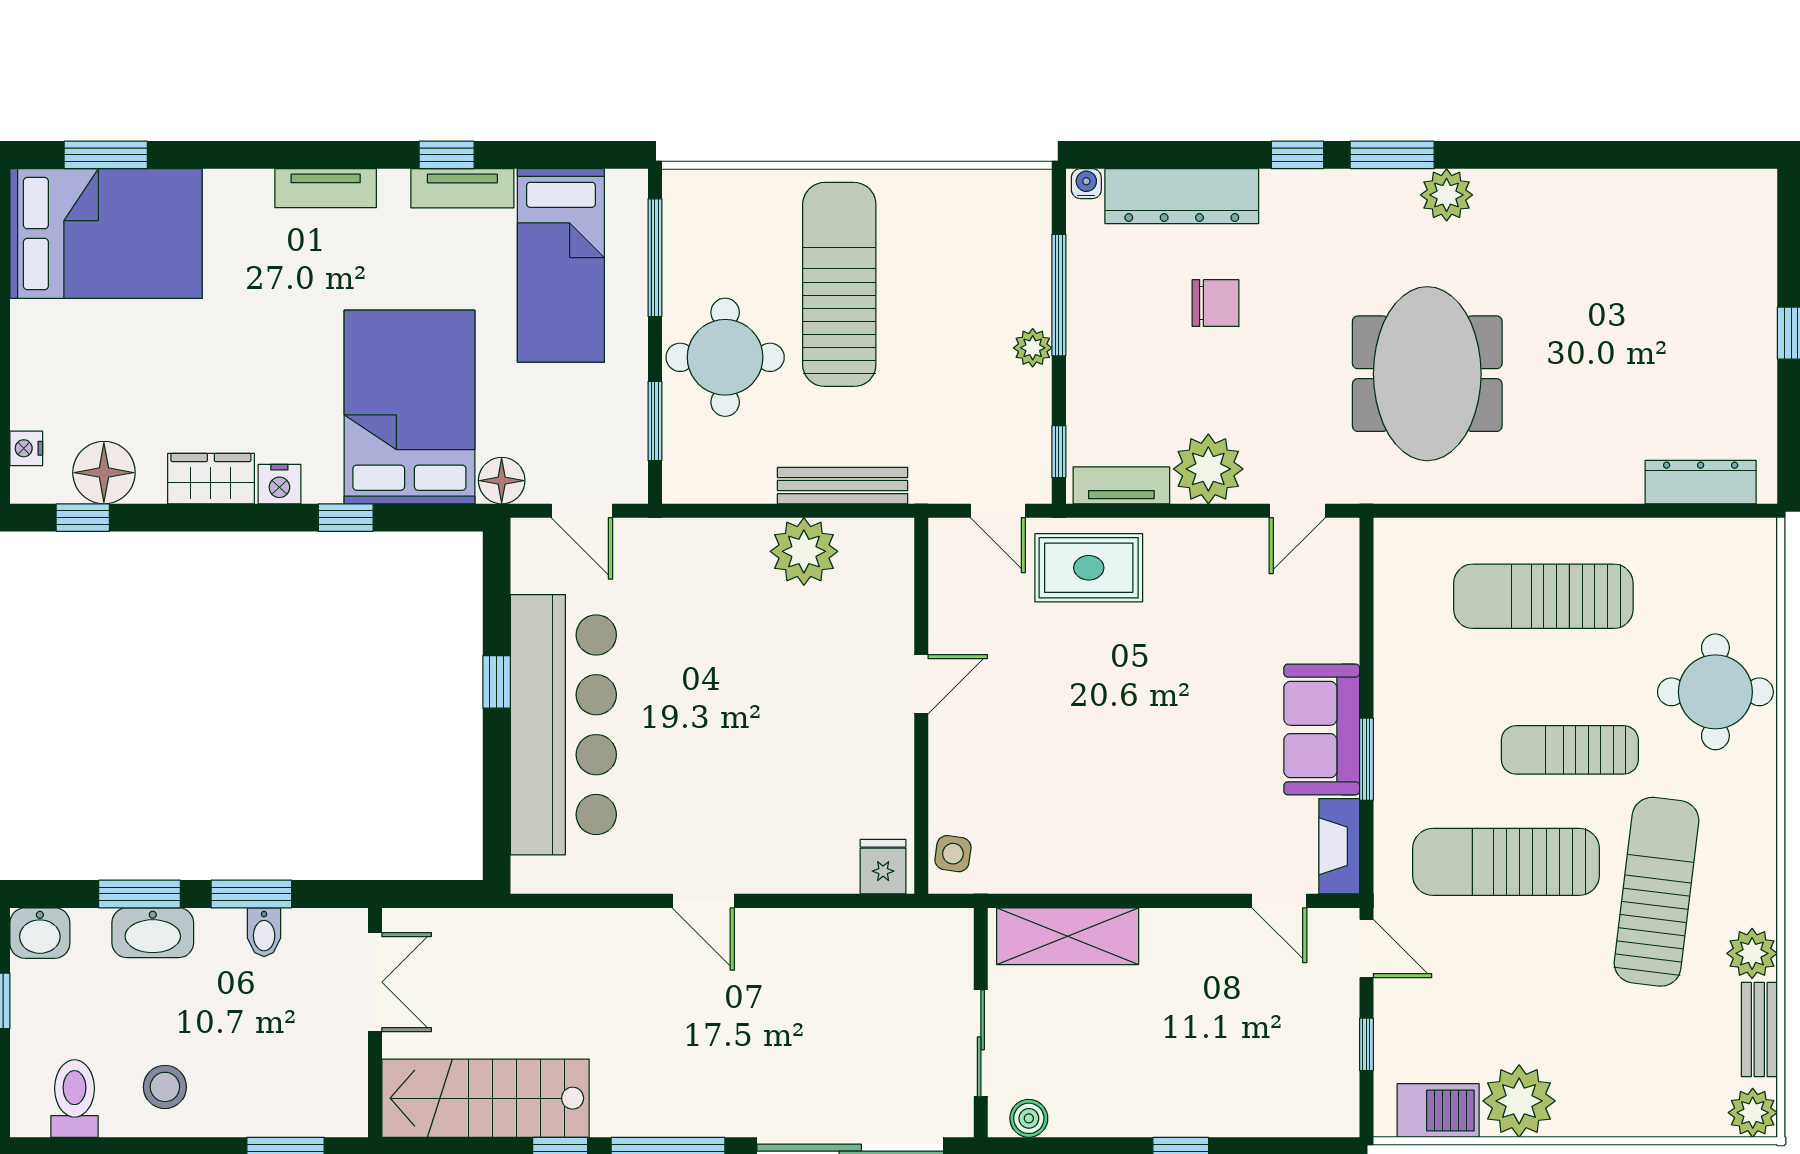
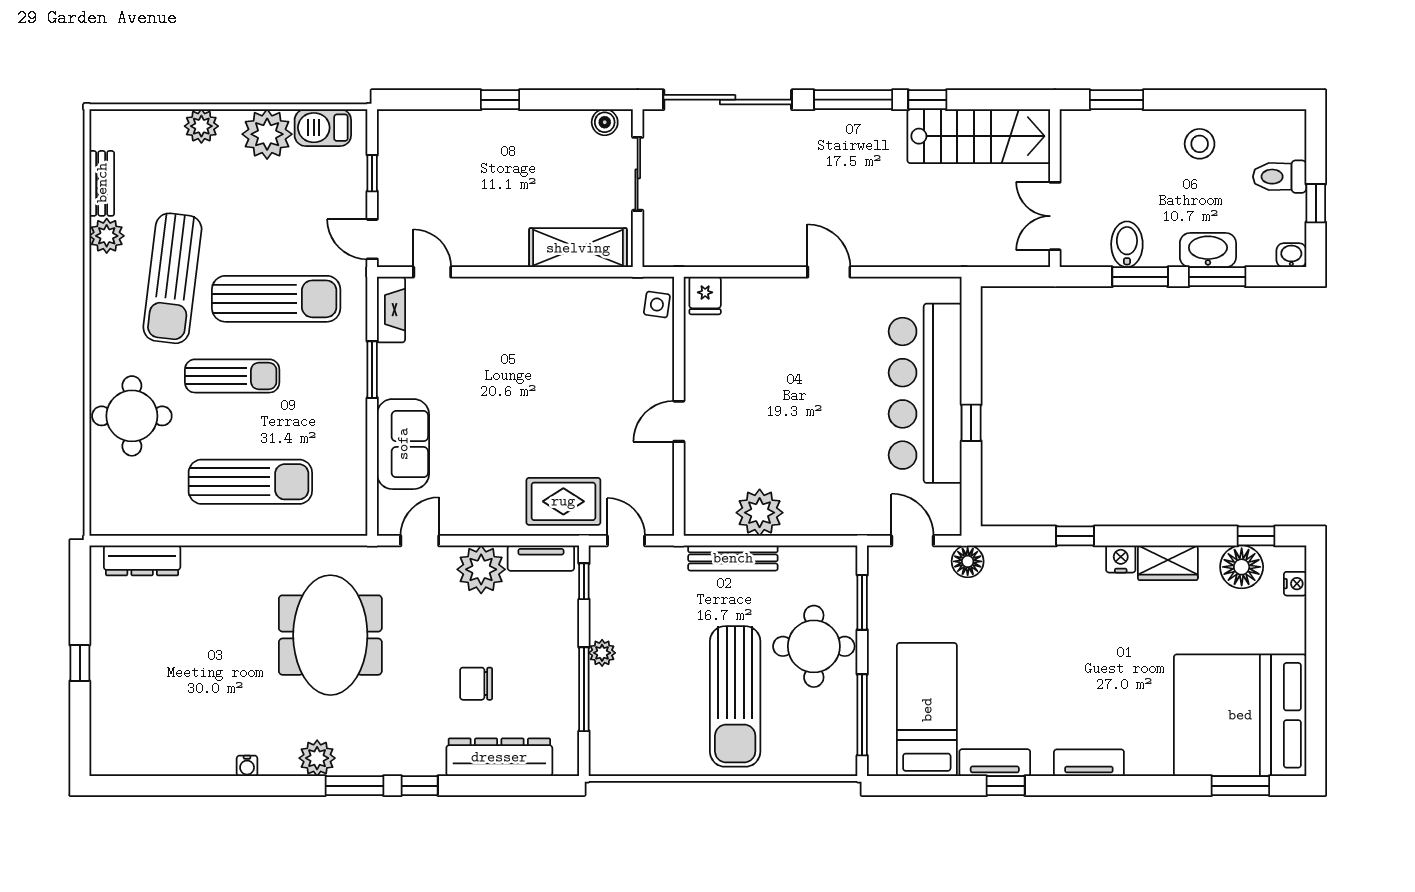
water cooler: (1086, 184) -> (247, 766), moved
bed: (106, 234) -> (1240, 715), width x1.36
bed: (409, 407) -> (1031, 612), removed
sofa: (1322, 729) -> (403, 444), moved
bidet: (264, 932) -> (1127, 244), width x1.38, depth x1.36
washbasin: (40, 933) -> (1291, 255), width x0.72, depth x0.69
toilet: (74, 1098) -> (1280, 177), moved, turned 90
plant: (1753, 1113) -> (201, 126), moved

